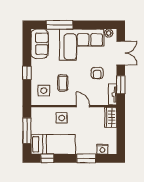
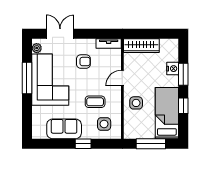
window: (60, 25) -> (27, 78), moved
sofa: (40, 44) -> (64, 129), moved
window: (121, 85) -> (97, 34), removed
wardrobe: (111, 117) -> (141, 46), width x1.50
nightstand: (102, 149) -> (173, 69), moved
window: (47, 158) -> (183, 106), moved

